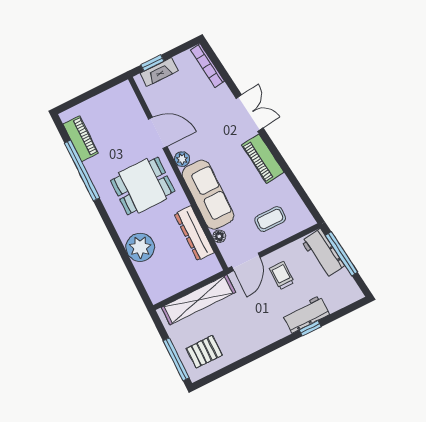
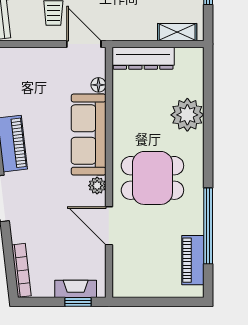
coffee table: (270, 219) -> (36, 76), removed
dresser: (194, 233) -> (143, 58), moved, turned 90
door: (246, 262) -> (84, 44), hinge flipped
shelving: (198, 300) -> (177, 32), width x0.45, depth x0.75

